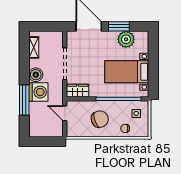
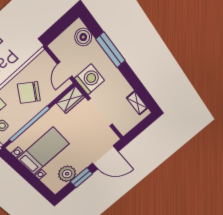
boiler: (36, 75) -> (83, 37), moved
washing machine: (38, 92) -> (90, 79), moved, turned 180
door: (65, 113) -> (65, 70), swing flipped
chair: (100, 119) -> (29, 93), turned 54

